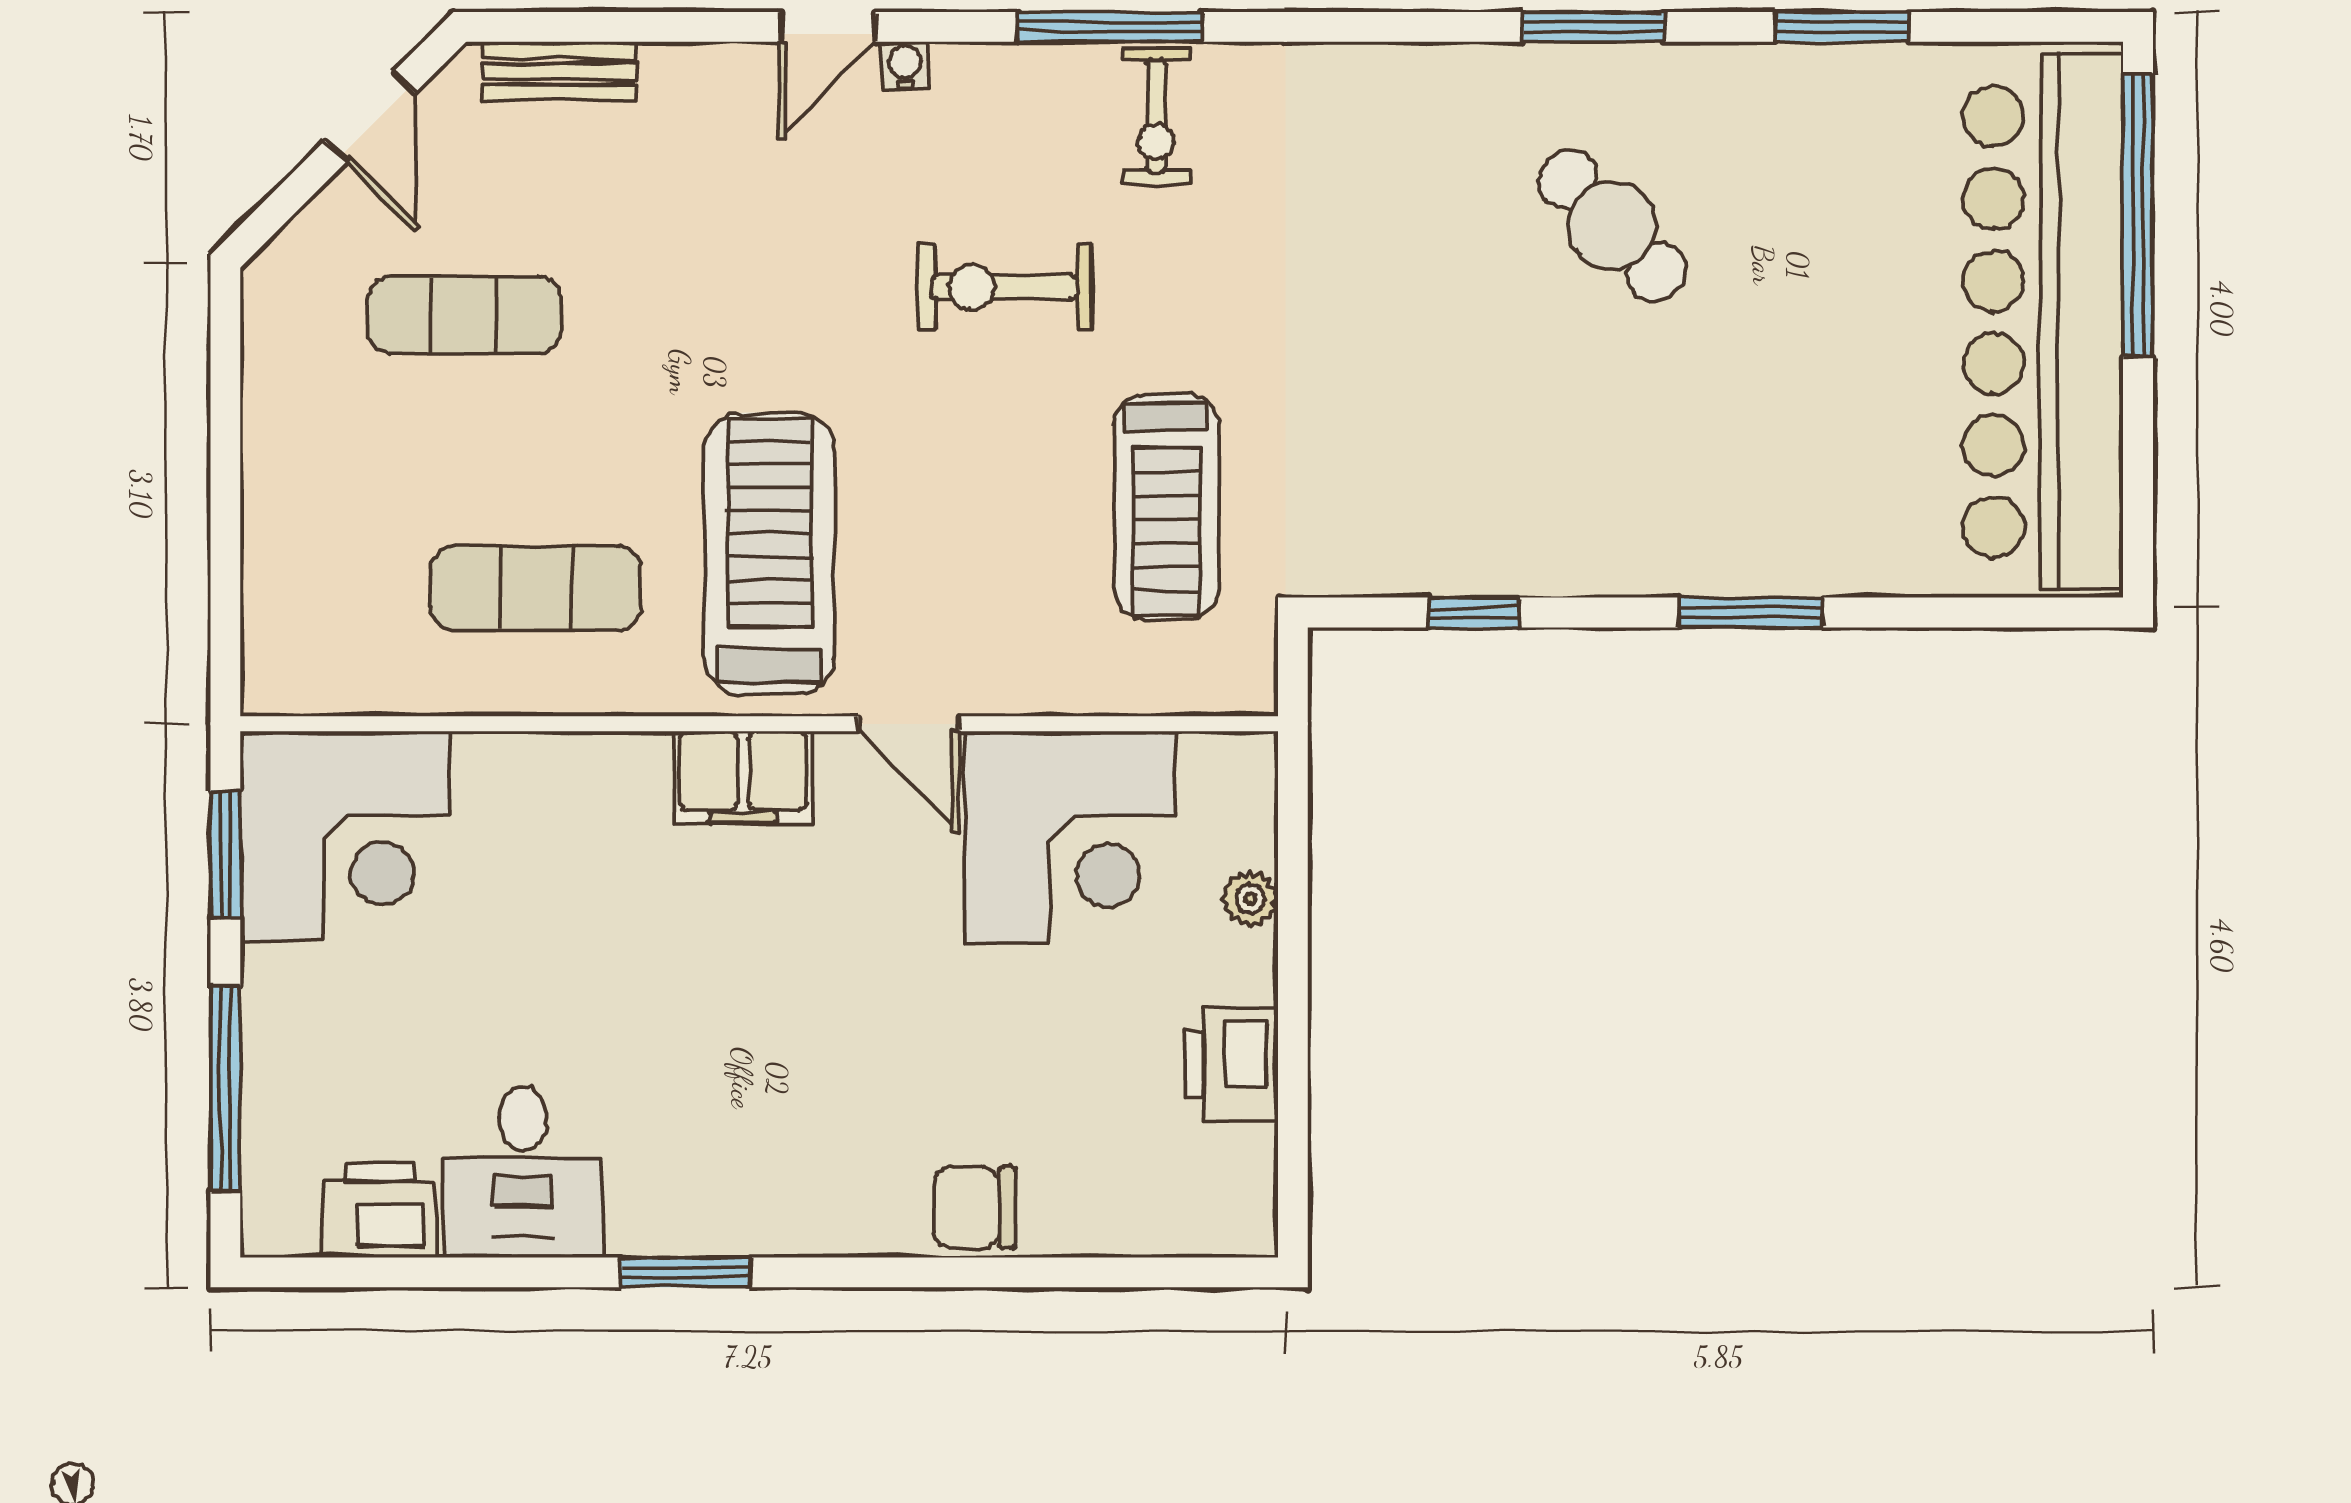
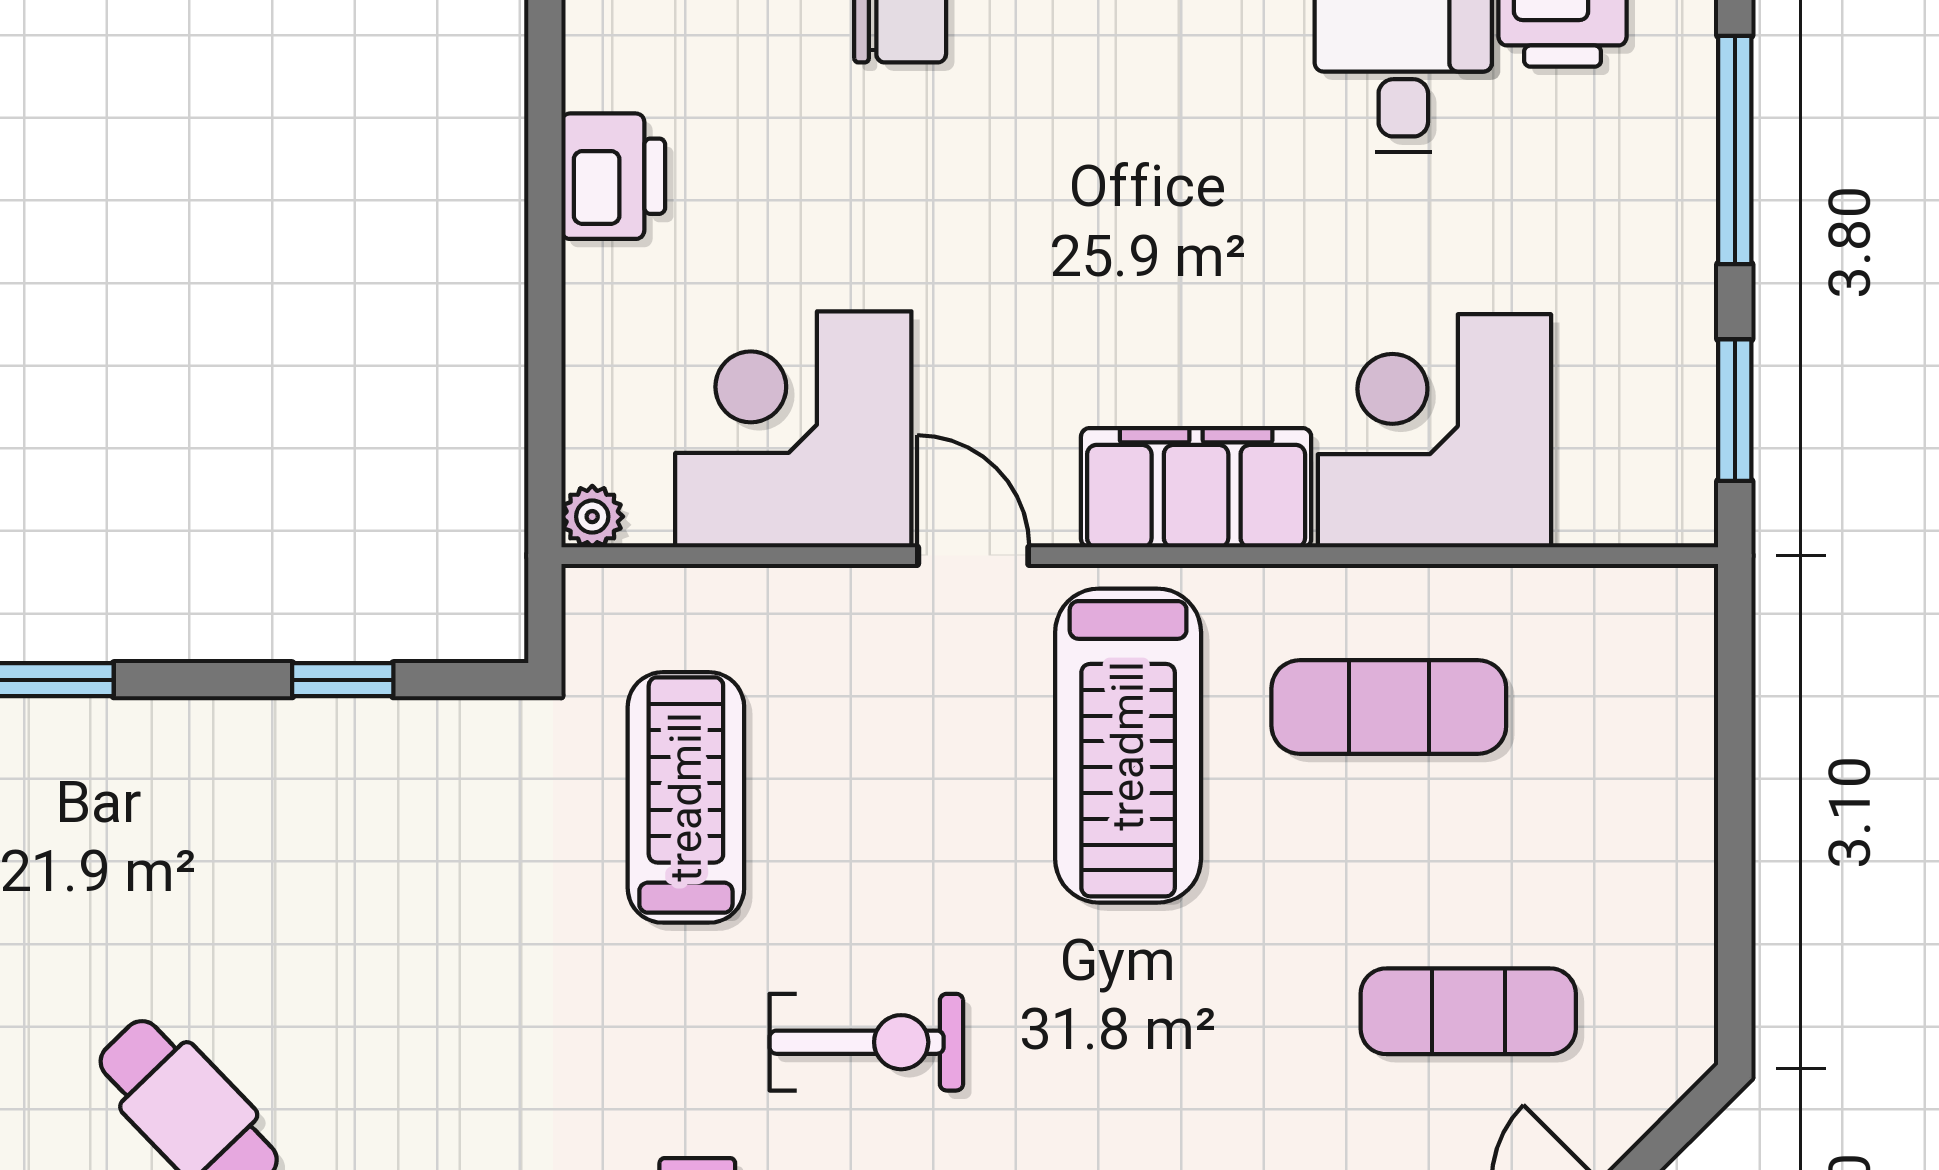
filing cabinet: (743, 777) -> (1196, 488), width x1.50, depth x1.17
corner desk: (345, 836) -> (1434, 431), moved
plant: (1250, 899) -> (592, 517), moved

